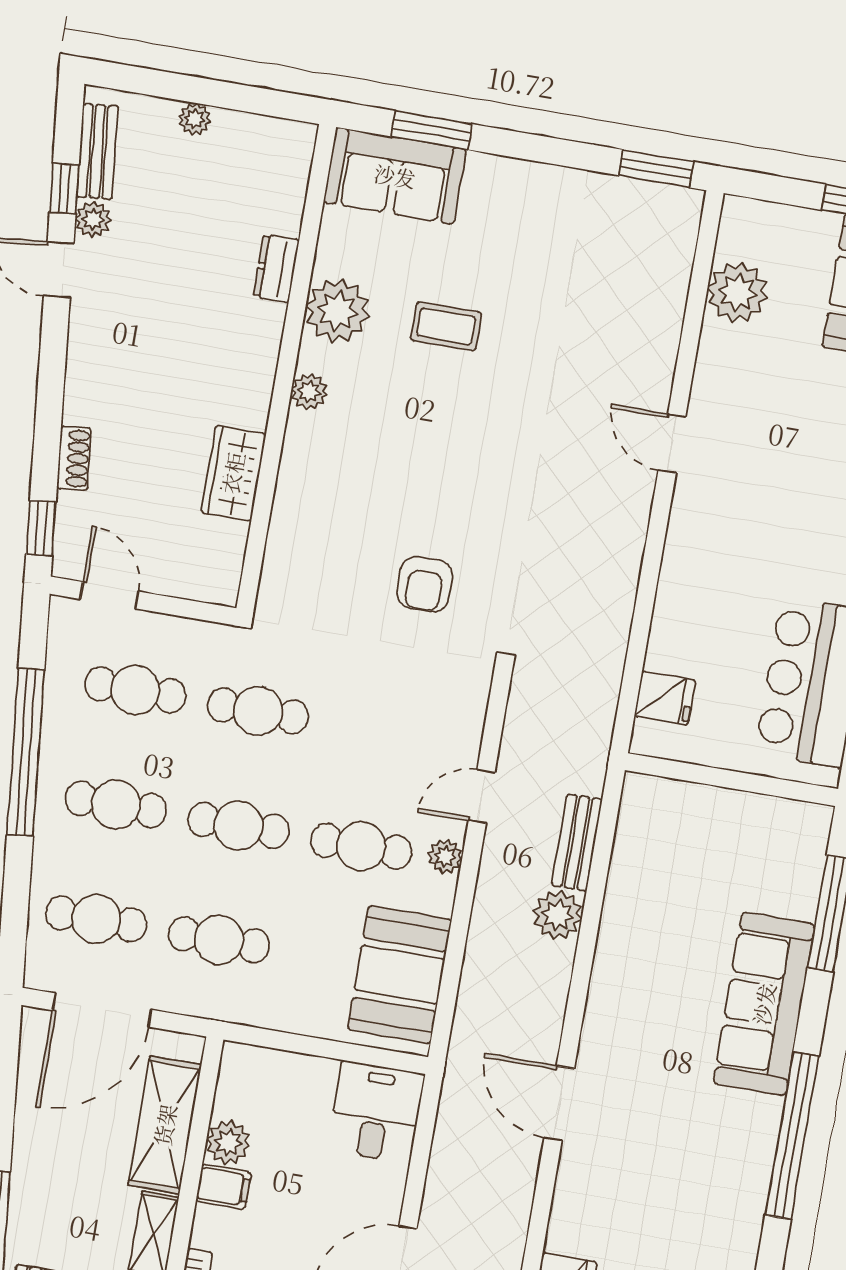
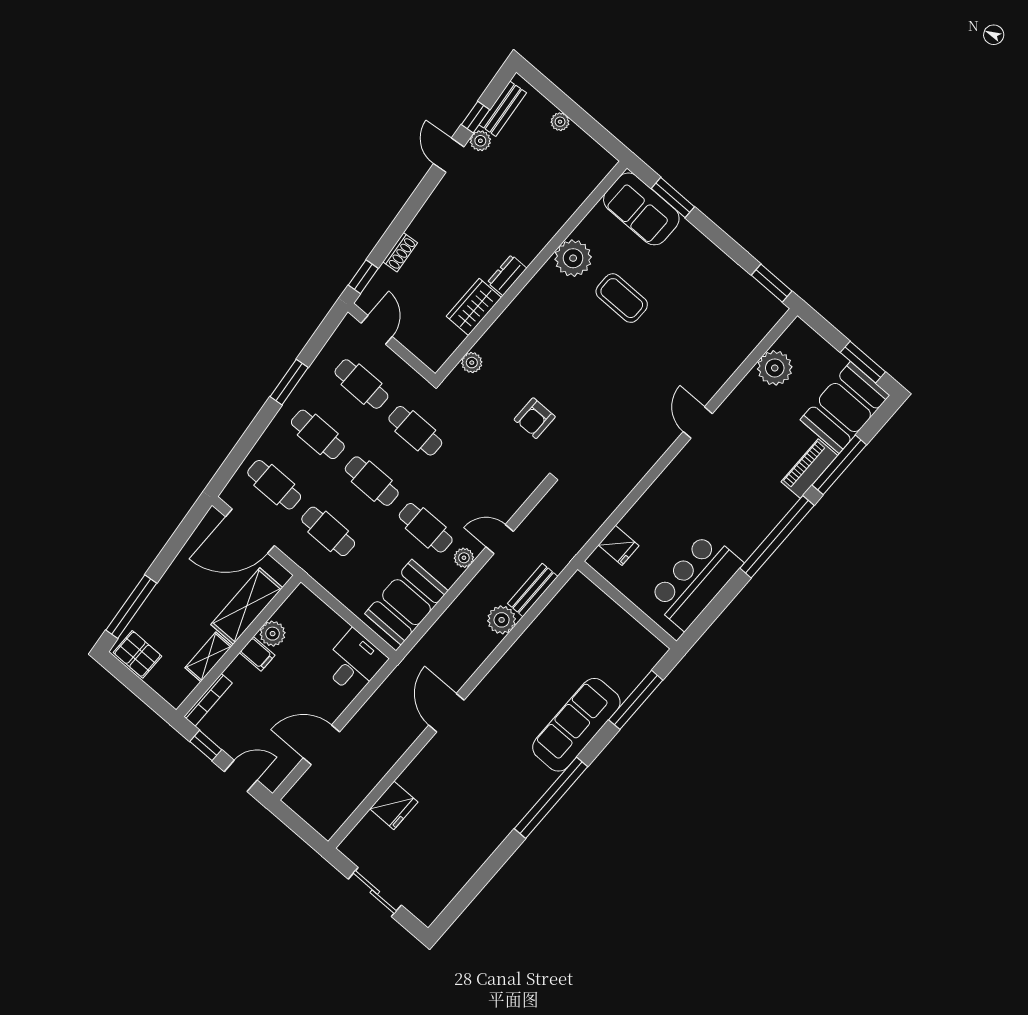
dresser: (276, 268) -> (507, 275), moved
coffee table: (446, 326) -> (622, 298), width x1.36, depth x1.30
plant: (309, 392) -> (472, 363), moved
window: (26, 752) -> (289, 382), width x0.47

